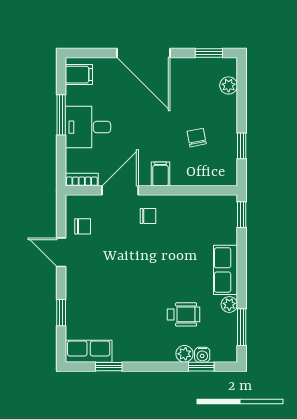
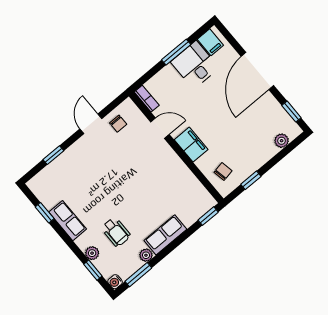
desk: (88, 127) -> (195, 65), moved
chair: (197, 138) -> (223, 172), moved
filing cabinet: (160, 174) -> (191, 145), width x2.00
door: (120, 190) -> (160, 128), width x0.73
chair: (148, 216) -> (159, 159), removed
row of seats: (89, 351) -> (68, 221), moved
water cooler: (202, 355) -> (115, 282), moved

